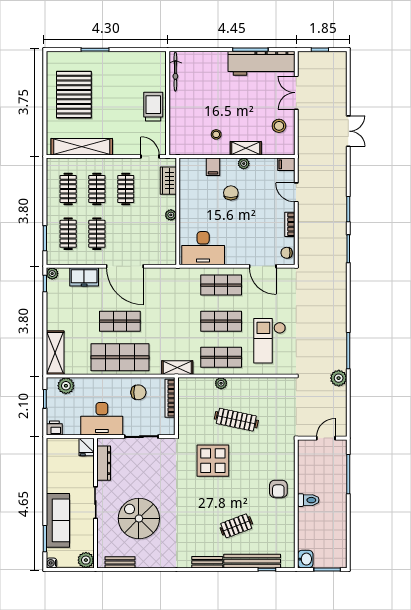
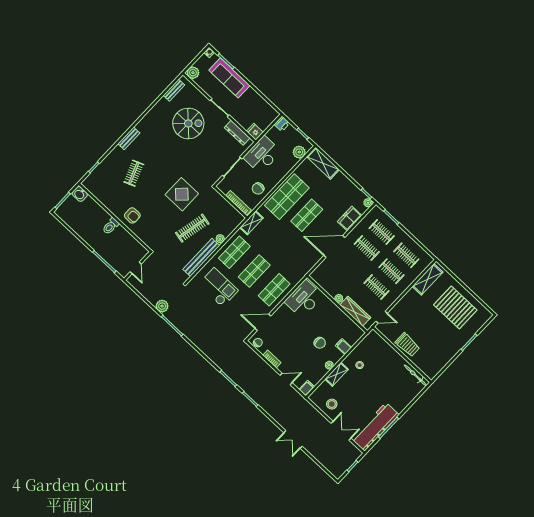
shelving: (82, 147) -> (428, 279), width x0.68
wardrobe: (168, 181) -> (355, 311), width x1.50
armchair: (278, 489) -> (132, 215), turned 180
bench: (252, 561) -> (201, 257), moved

